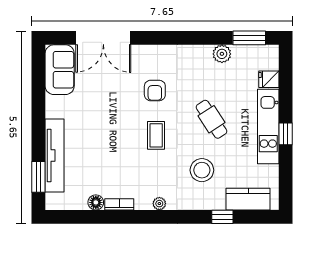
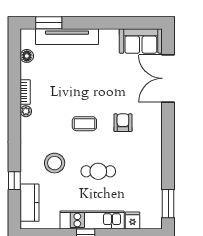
plant: (222, 54) -> (154, 180), removed
armchair: (155, 90) -> (123, 123), turned 90
cafe table: (212, 119) -> (98, 171), turned 33
floor lamp: (96, 202) -> (27, 56), moved
plant: (159, 204) -> (26, 111), moved

